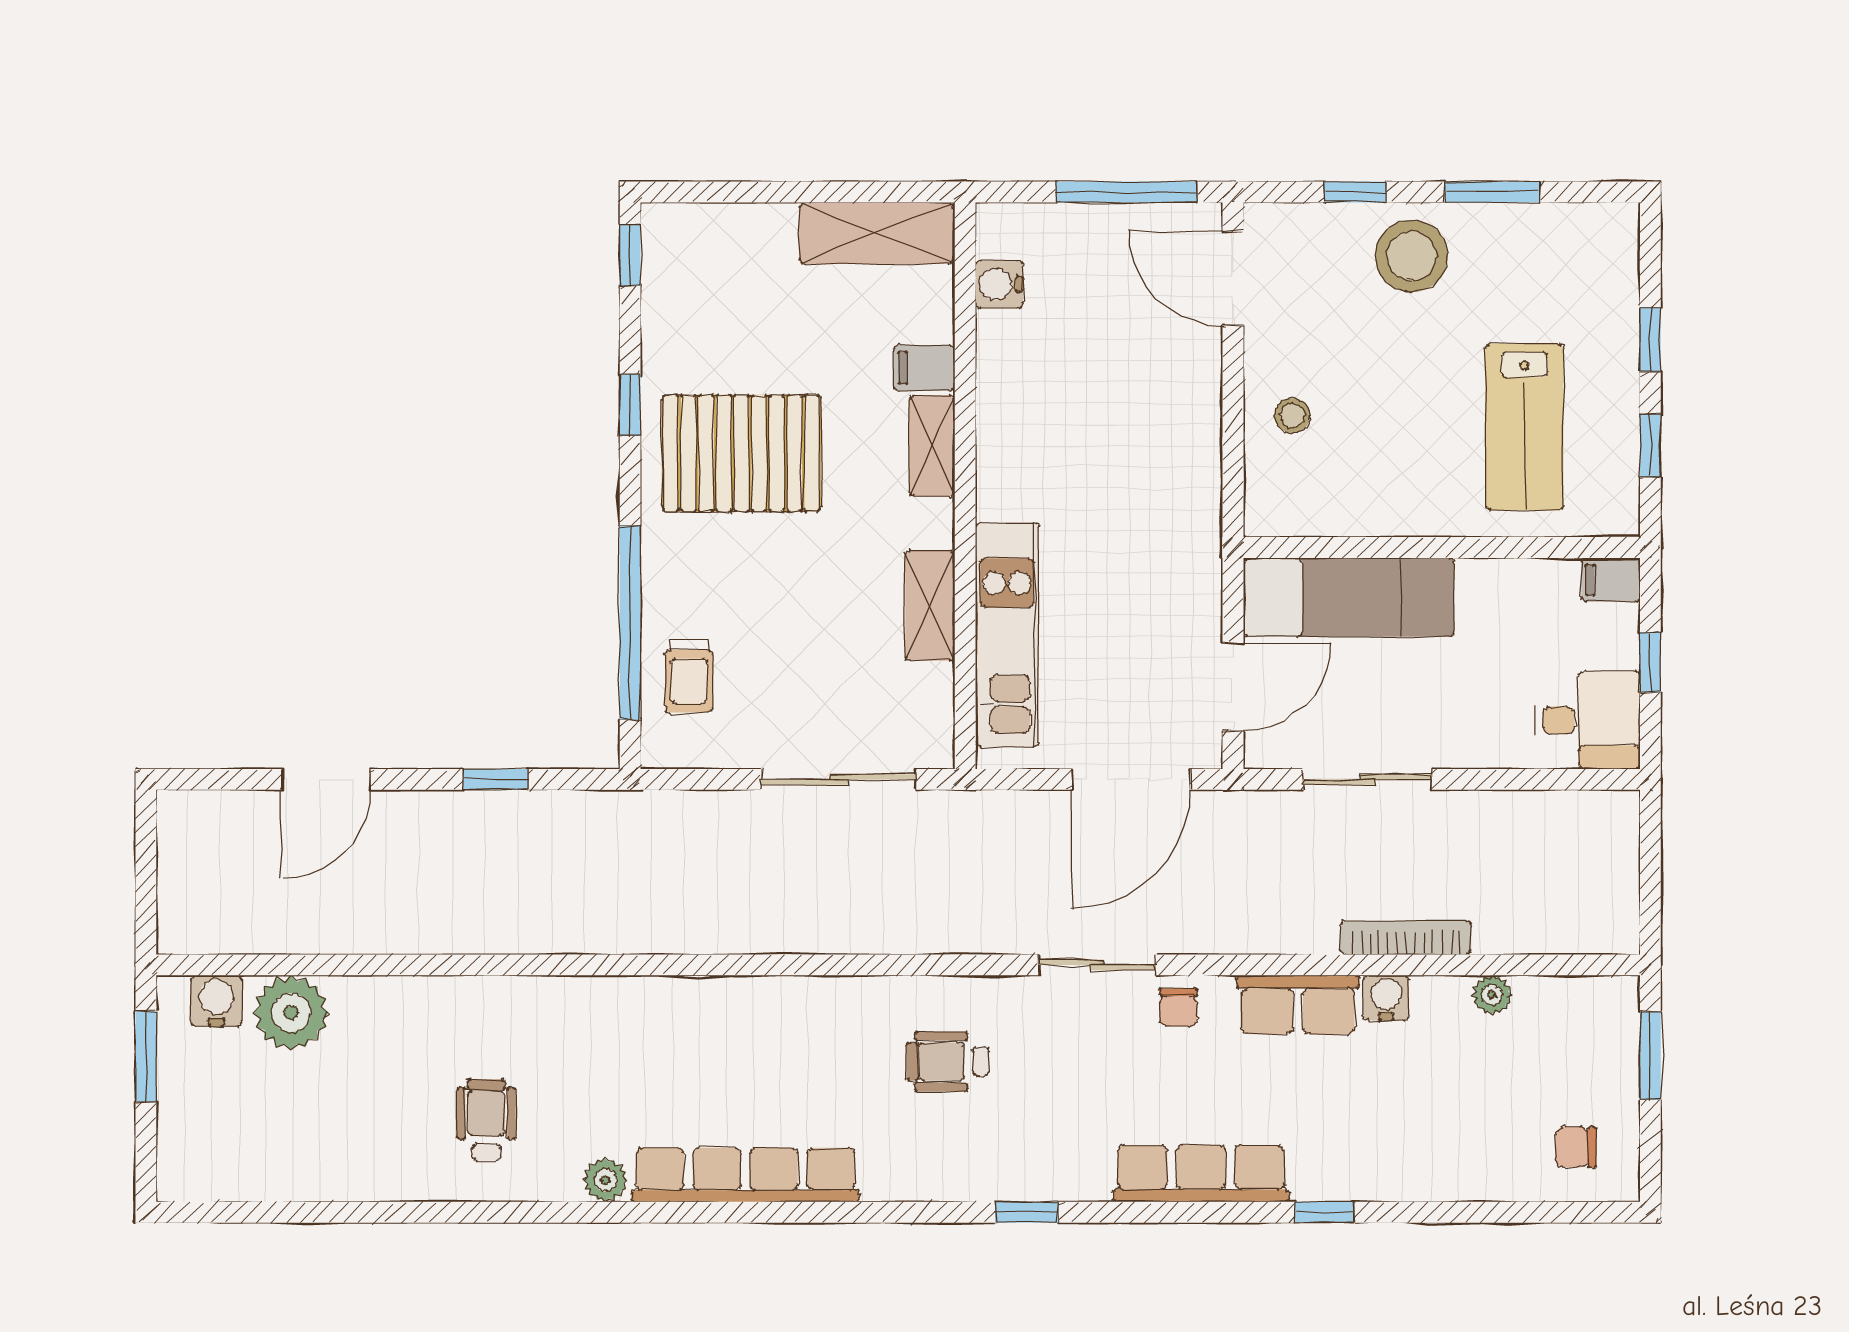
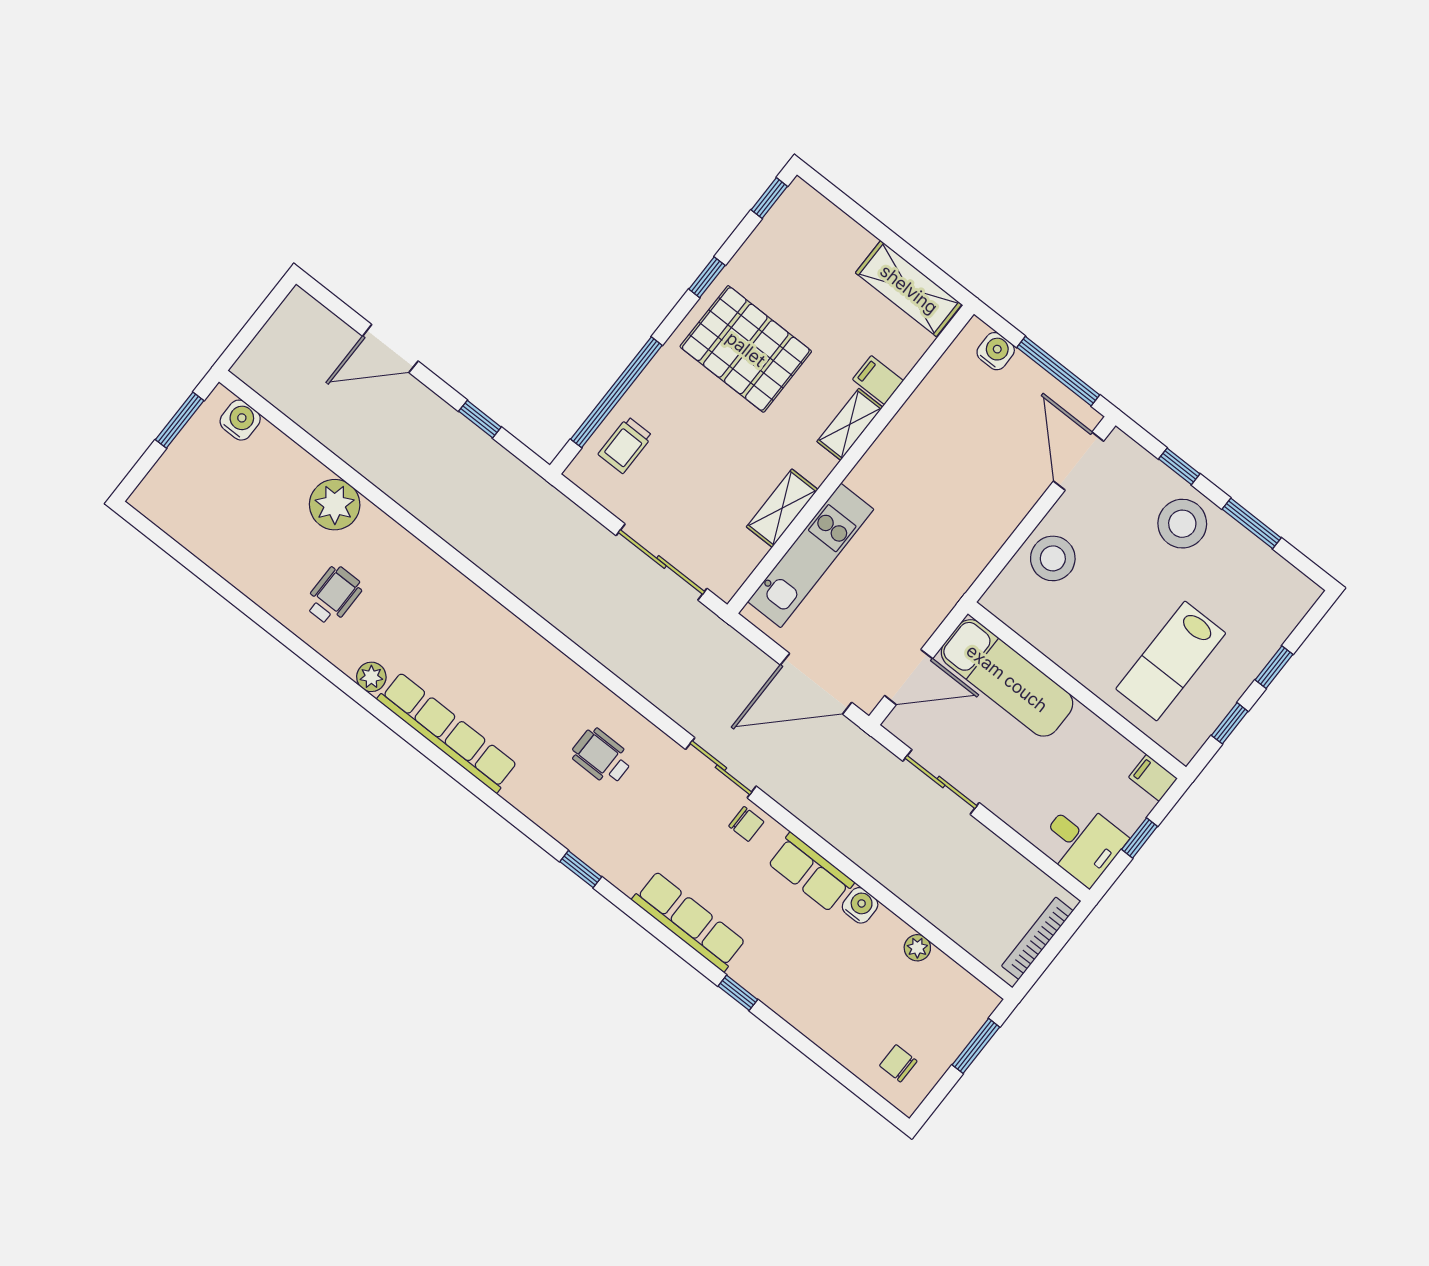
water cooler: (999, 284) -> (996, 351), moved, turned 90
stool: (1292, 416) -> (1053, 558), width x1.89, depth x1.89
bookcase: (1406, 938) -> (1037, 938), moved, turned -90
chair: (1178, 1007) -> (746, 824), turned -90
plant: (291, 1013) -> (335, 505), moved

